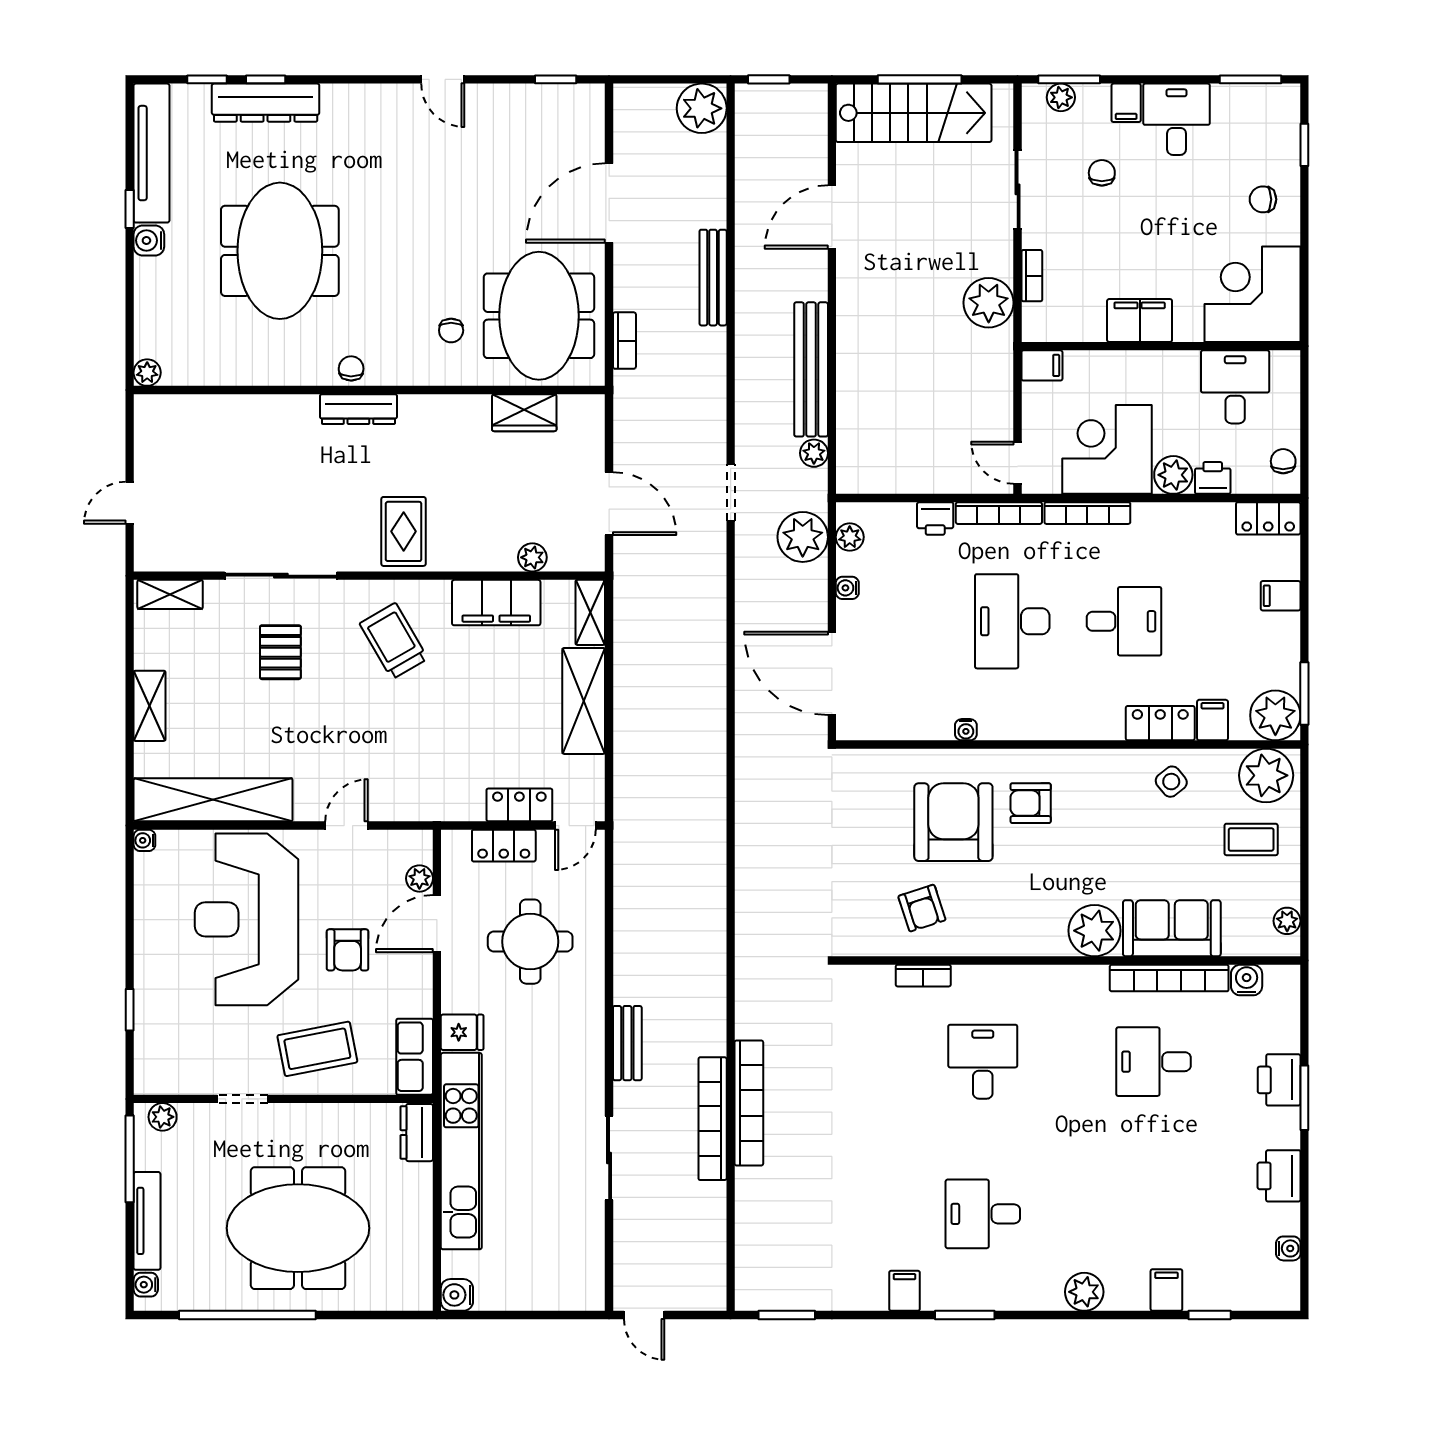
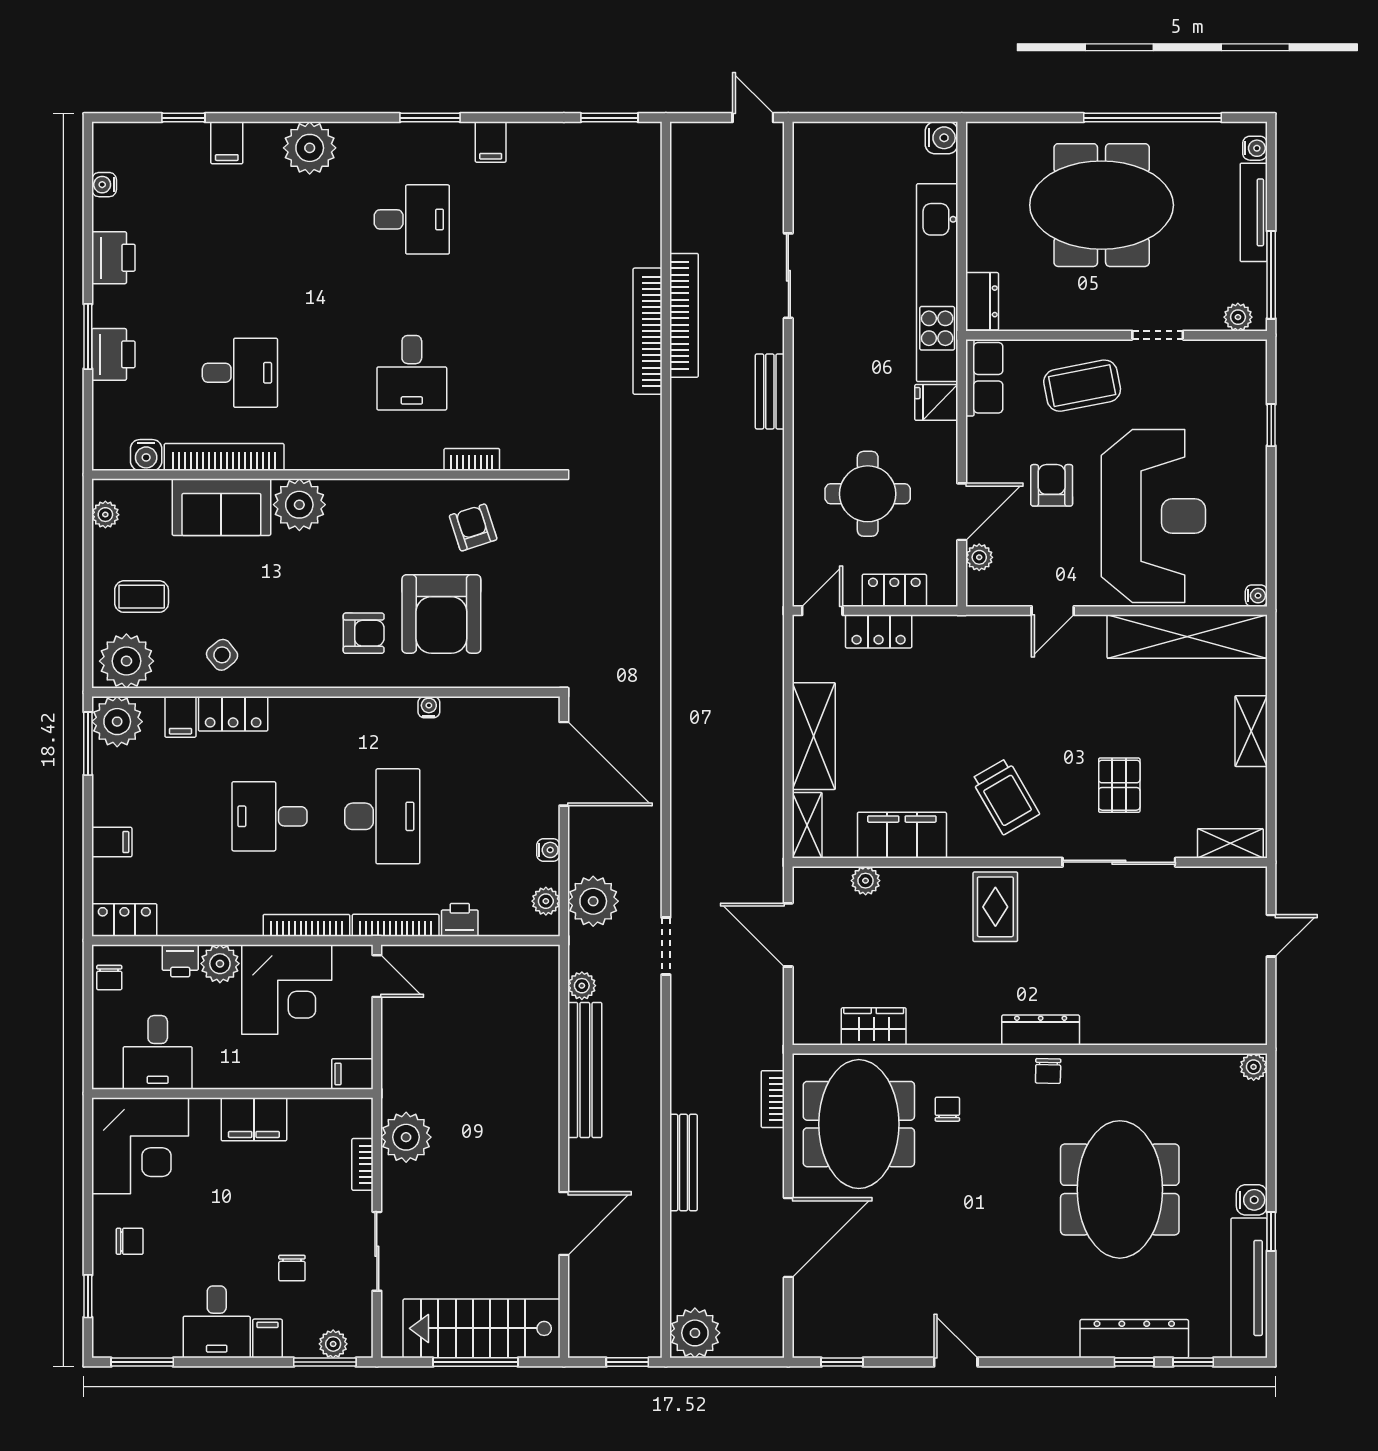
plant: (1084, 1292) -> (310, 148), width x1.36, depth x1.36

